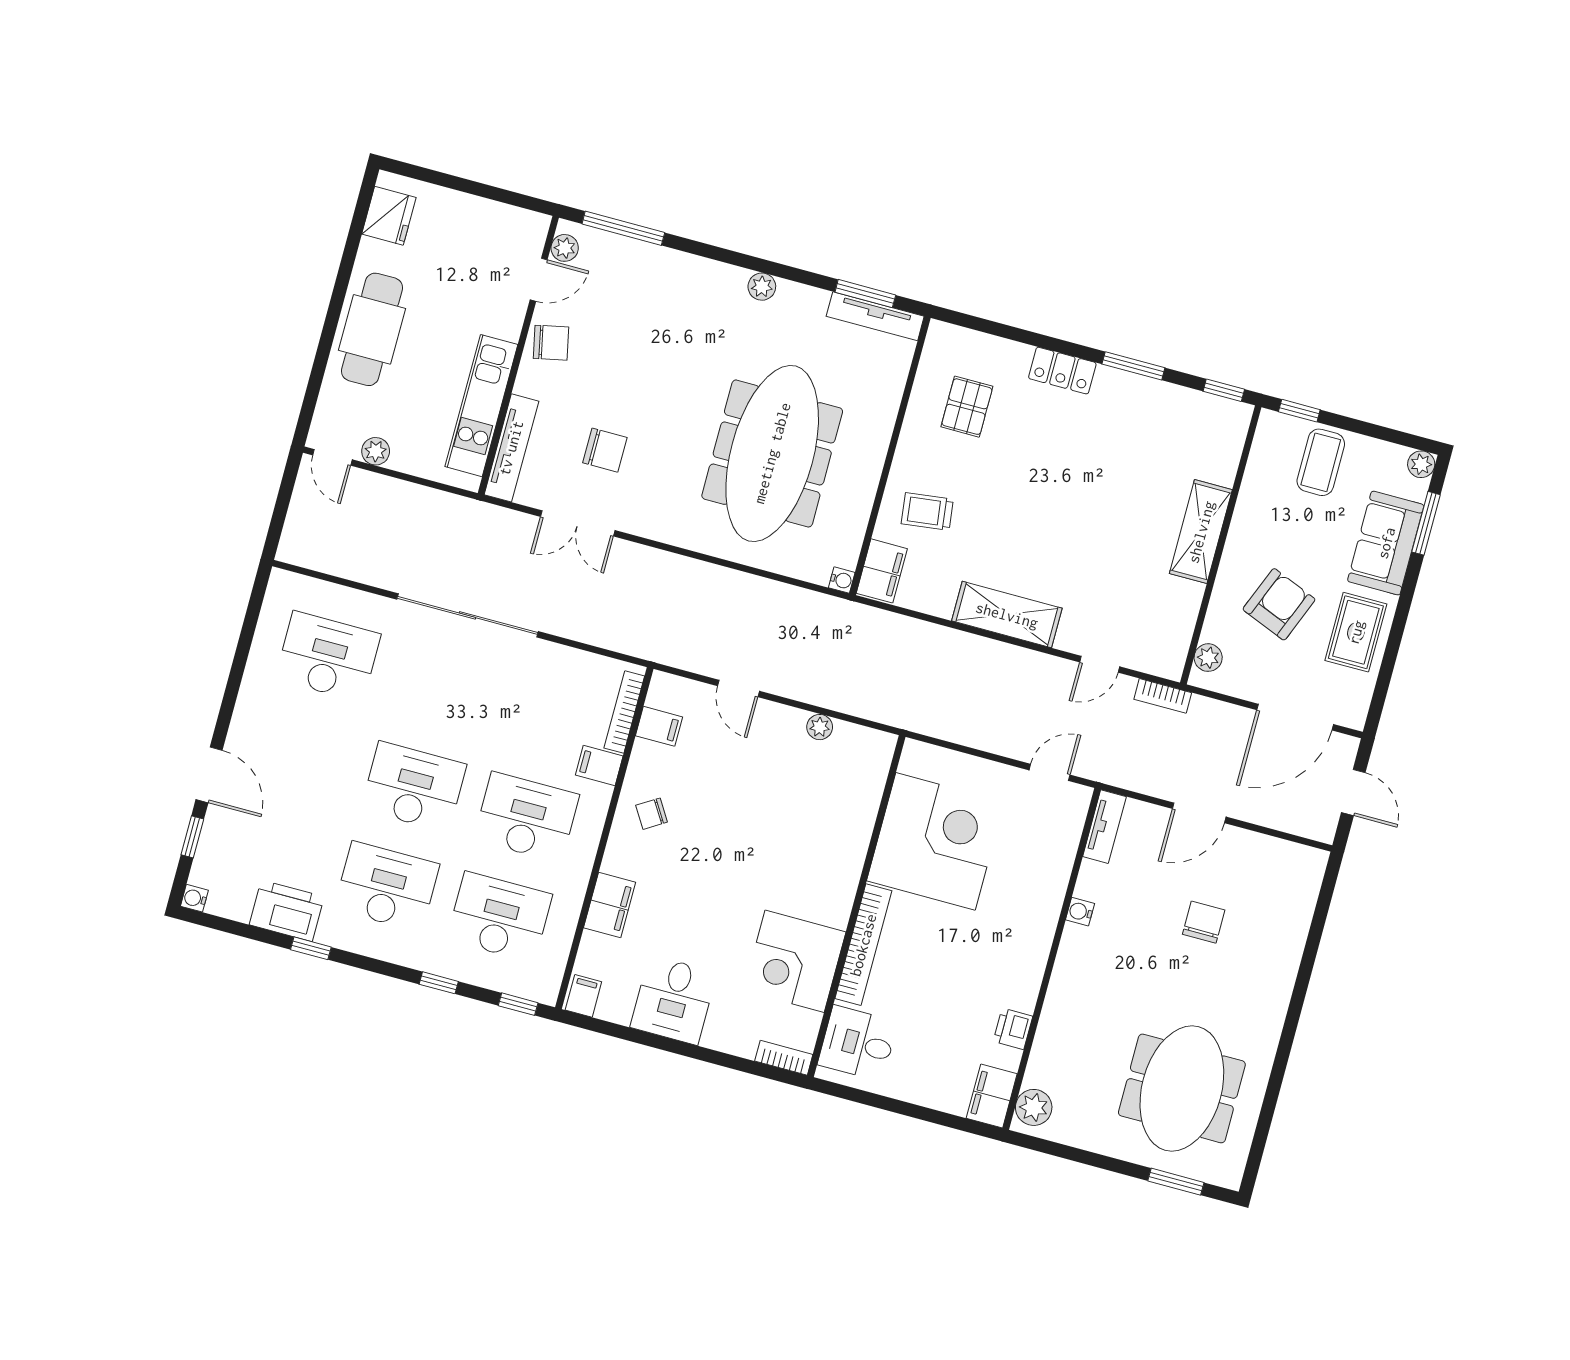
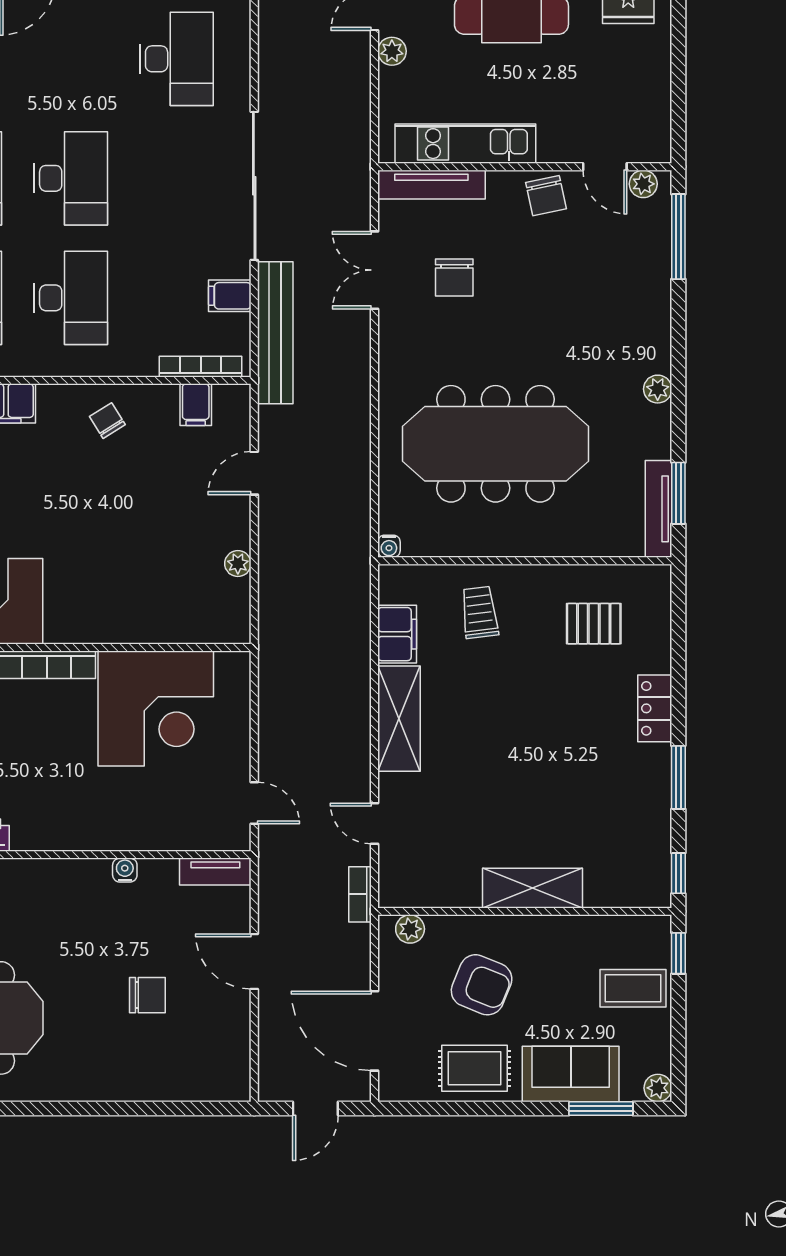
filing cabinet: (882, 571) -> (397, 634), moved, turned -90
bench: (611, 633) -> (275, 333), added
filing cabinet: (599, 766) -> (230, 296), moved, turned -90

